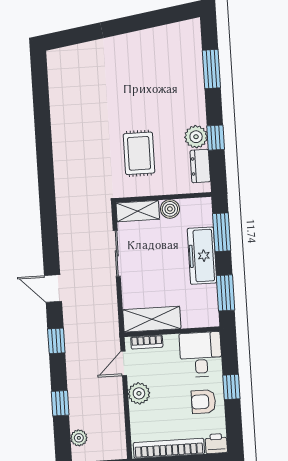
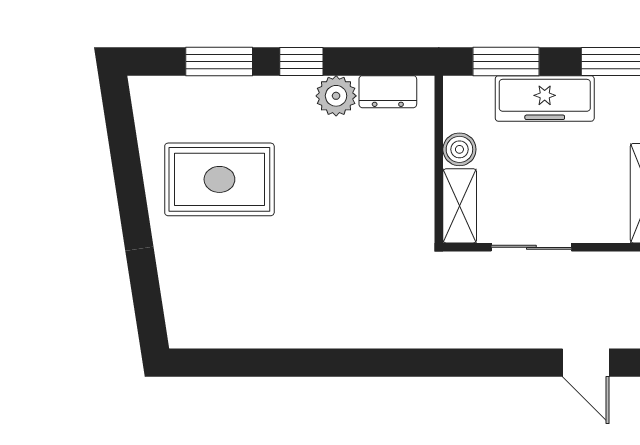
window: (216, 138) -> (301, 61), moved
rug: (139, 153) -> (219, 179), moved, width x1.36, depth x1.43
door: (53, 289) -> (586, 363), hinge flipped

